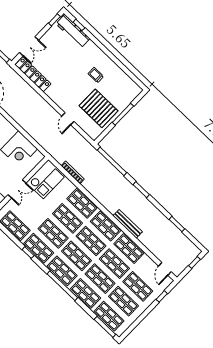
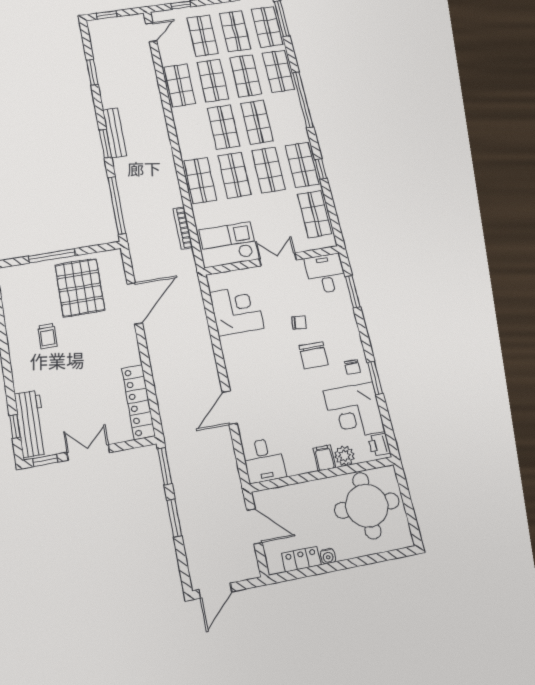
double door: (29, 46) -> (88, 452), moved
door: (68, 119) -> (135, 303), width x1.87
bench: (128, 224) -> (115, 133), moved
shop shelf: (105, 226) -> (190, 132), removed
shop shelf: (62, 271) -> (290, 117), removed

